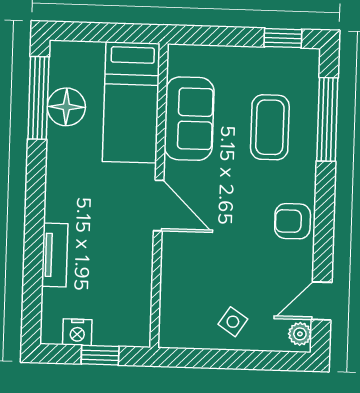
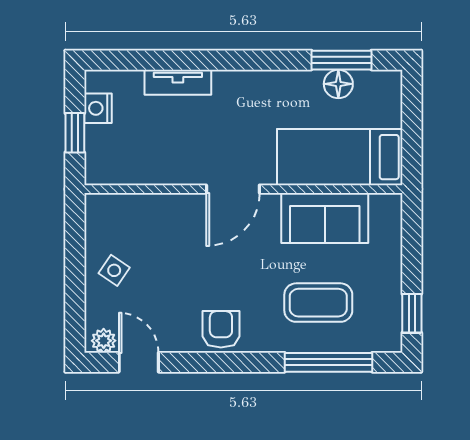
window: (38, 98) -> (341, 60), width x0.69
floor lamp: (66, 107) -> (338, 84), width x0.73, depth x0.73

